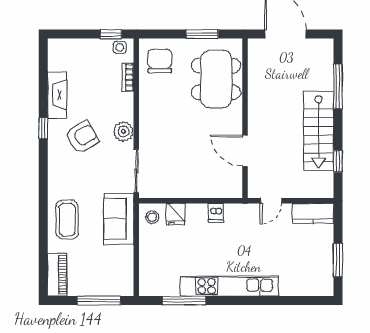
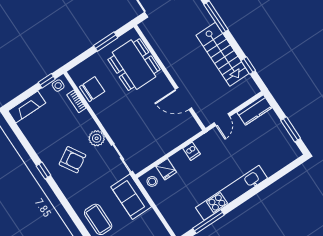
chair: (160, 61) -> (92, 89), moved, turned 90
fireplace: (57, 95) -> (27, 107), moved, turned 90
armchair: (82, 137) -> (72, 160), turned 90

